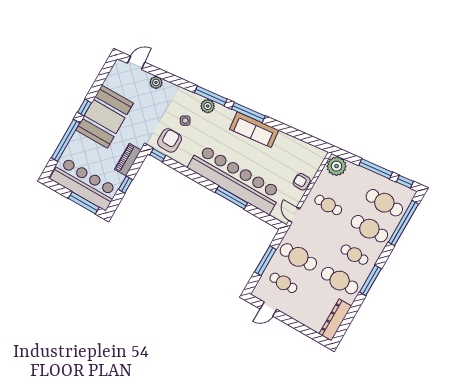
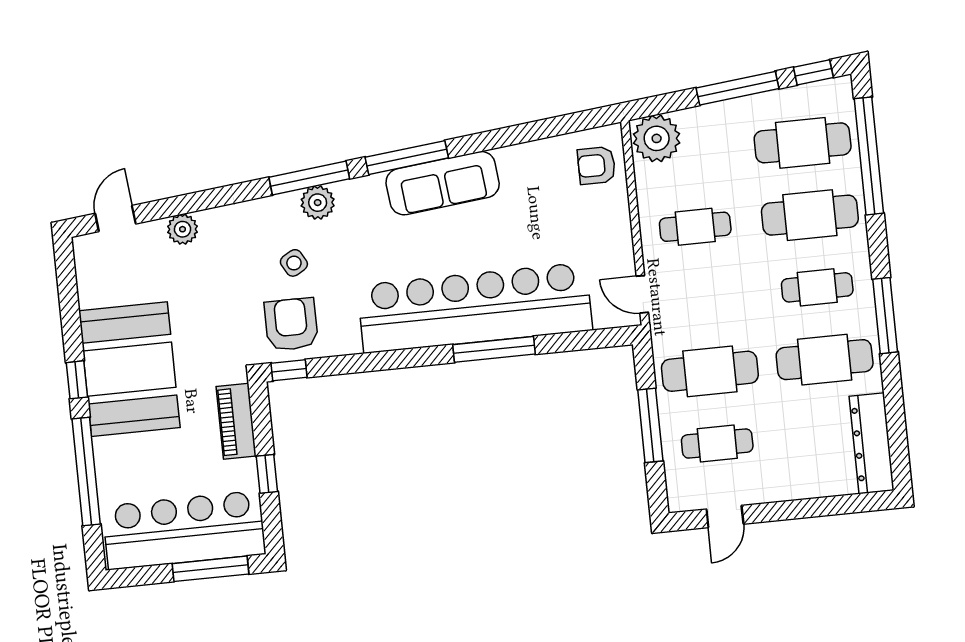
armchair: (302, 182) -> (596, 165), moved

